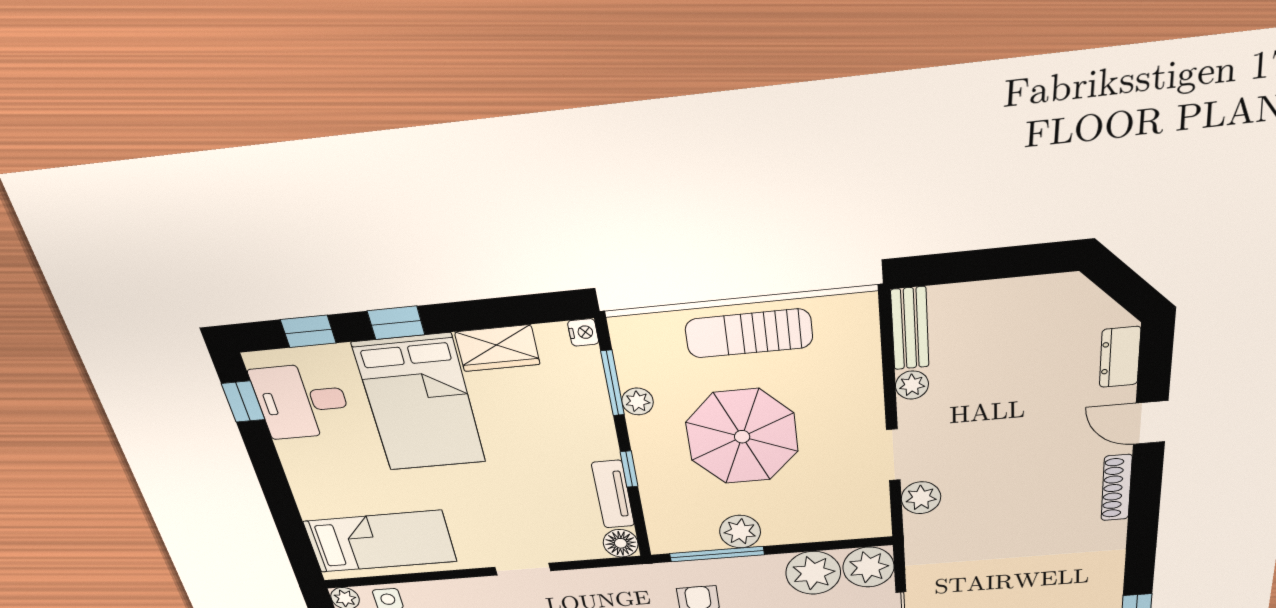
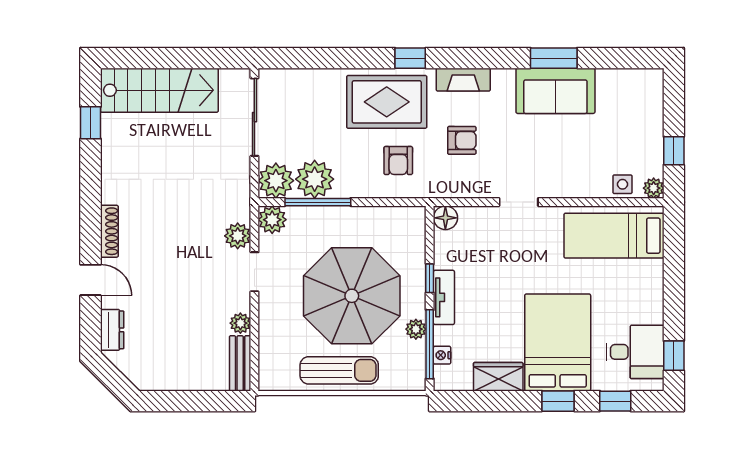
nightstand: (583, 332) -> (442, 355), moved
window: (613, 383) -> (430, 344), width x1.44
parasol: (742, 437) -> (352, 296), width x1.36, depth x1.36
tv unit: (613, 494) -> (444, 297), moved
plant: (740, 532) -> (272, 220), moved
window: (717, 554) -> (318, 202), moved

